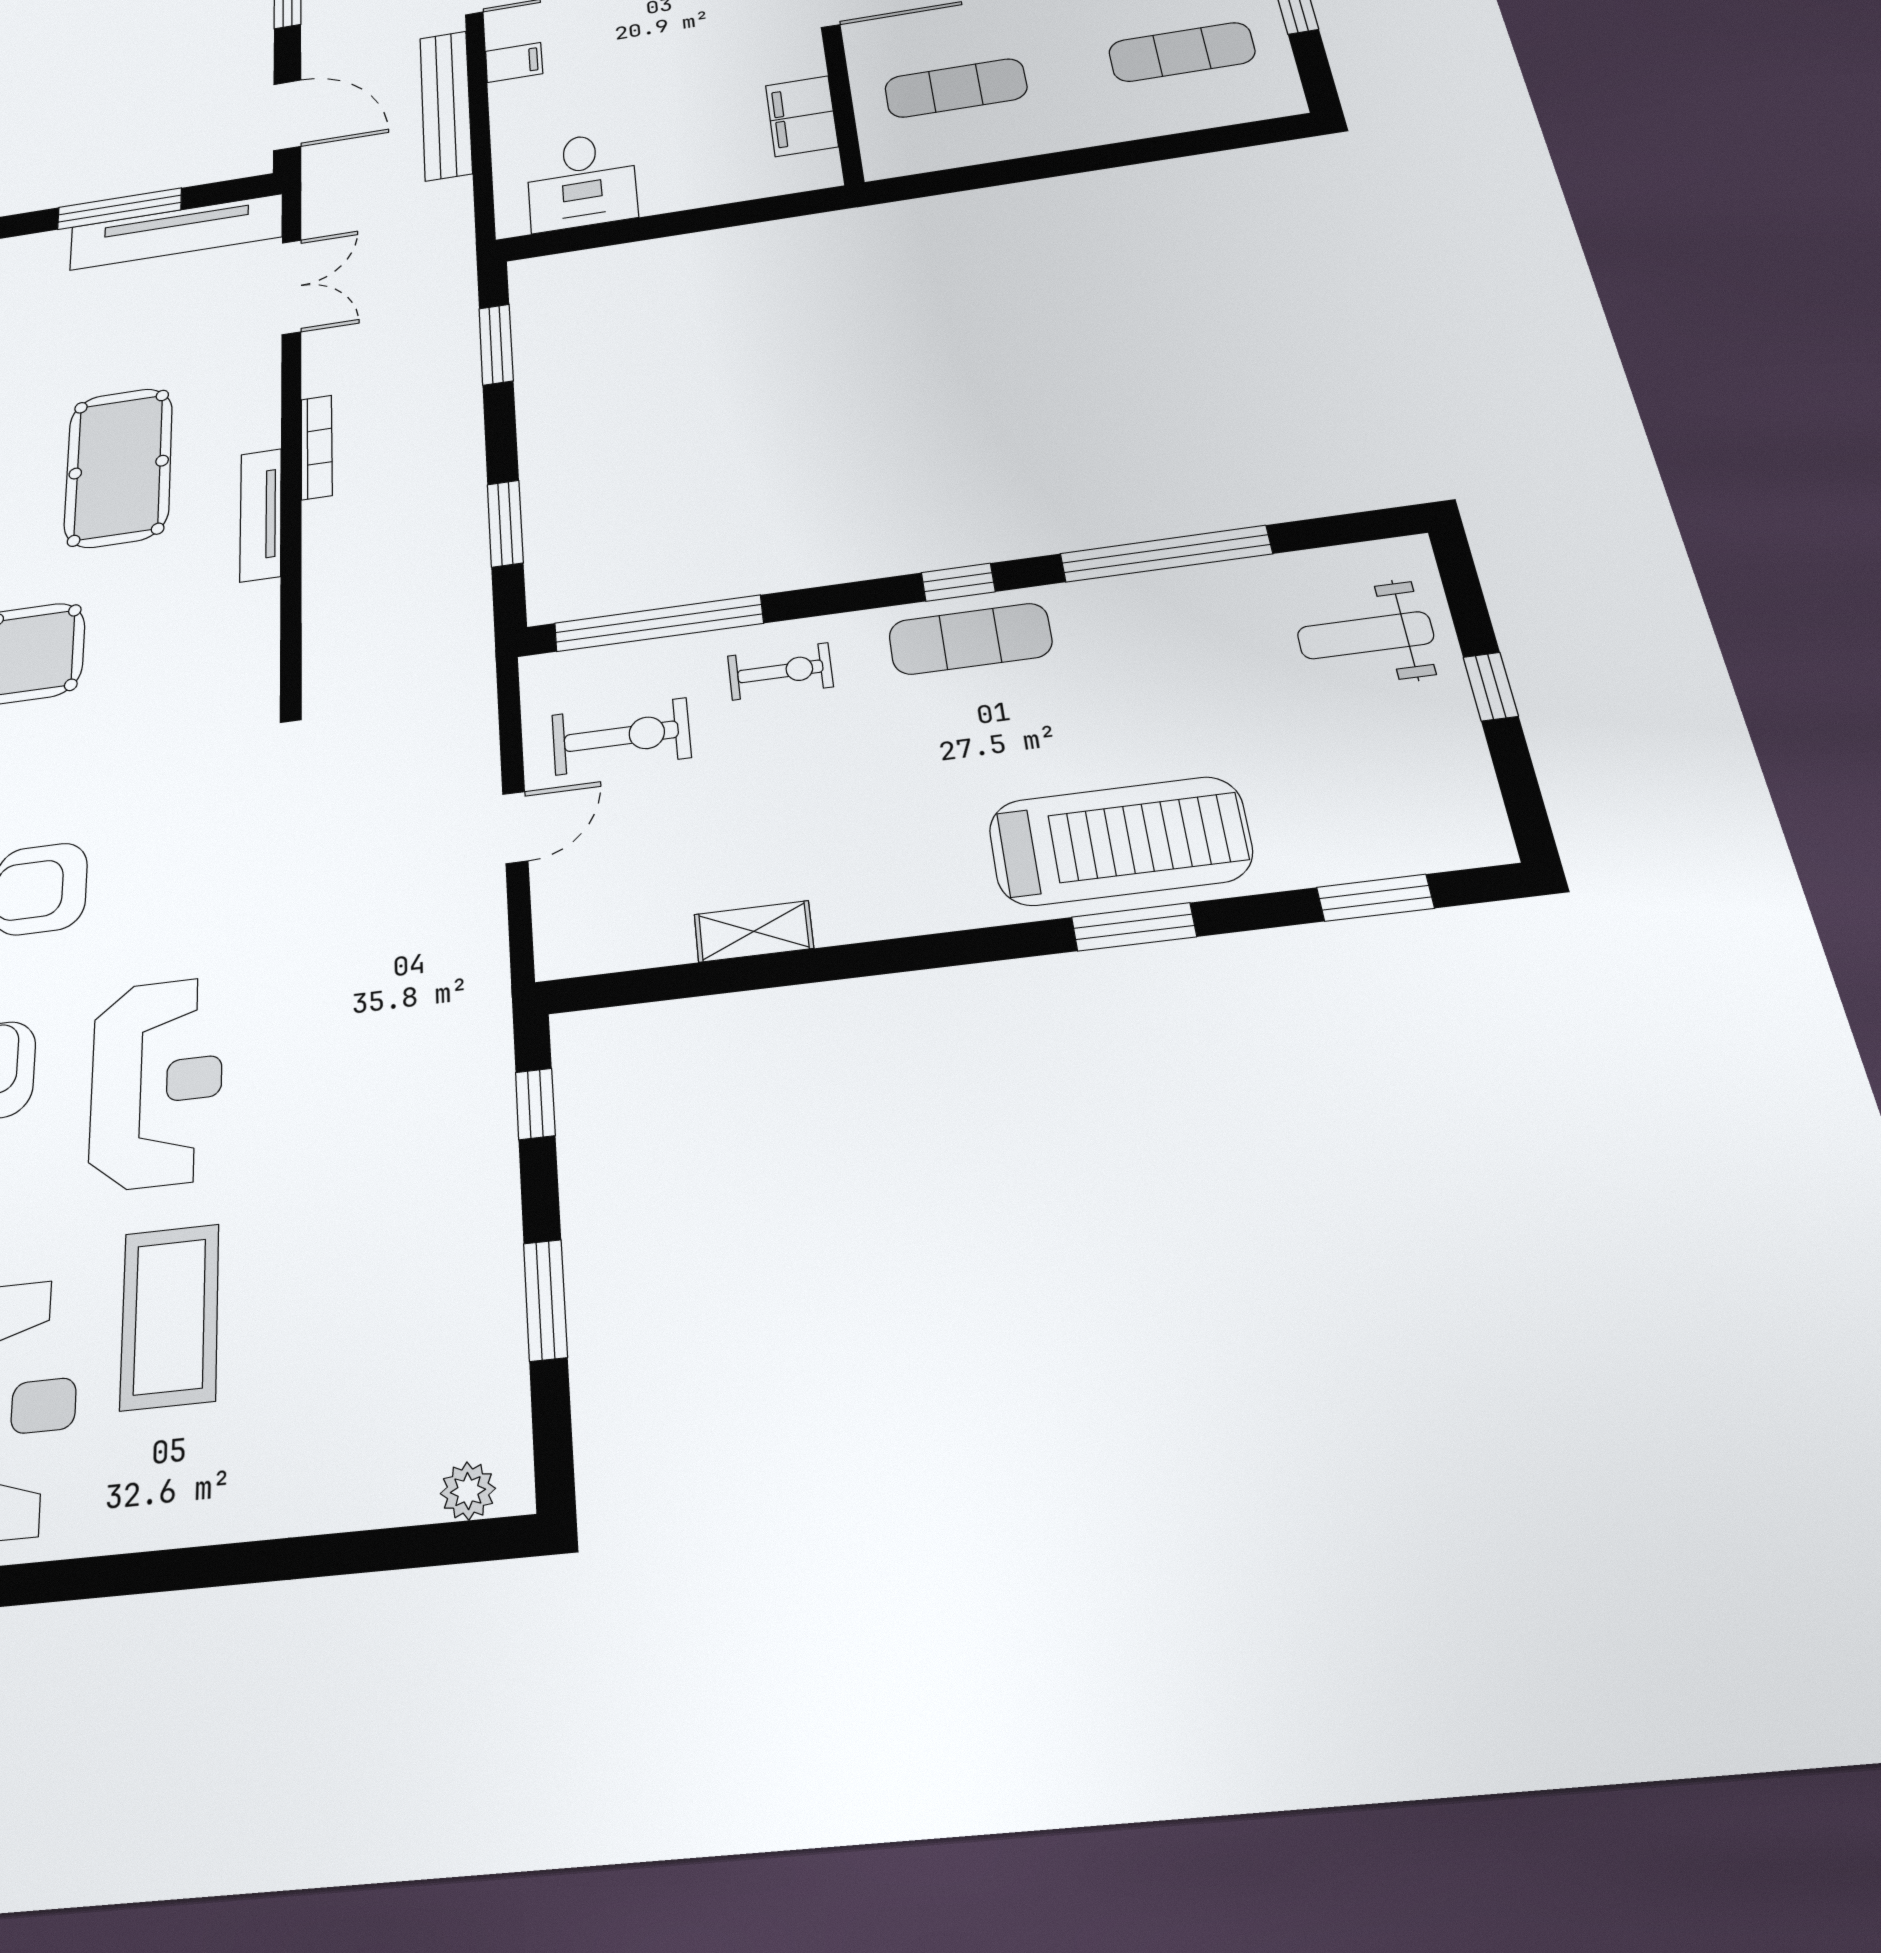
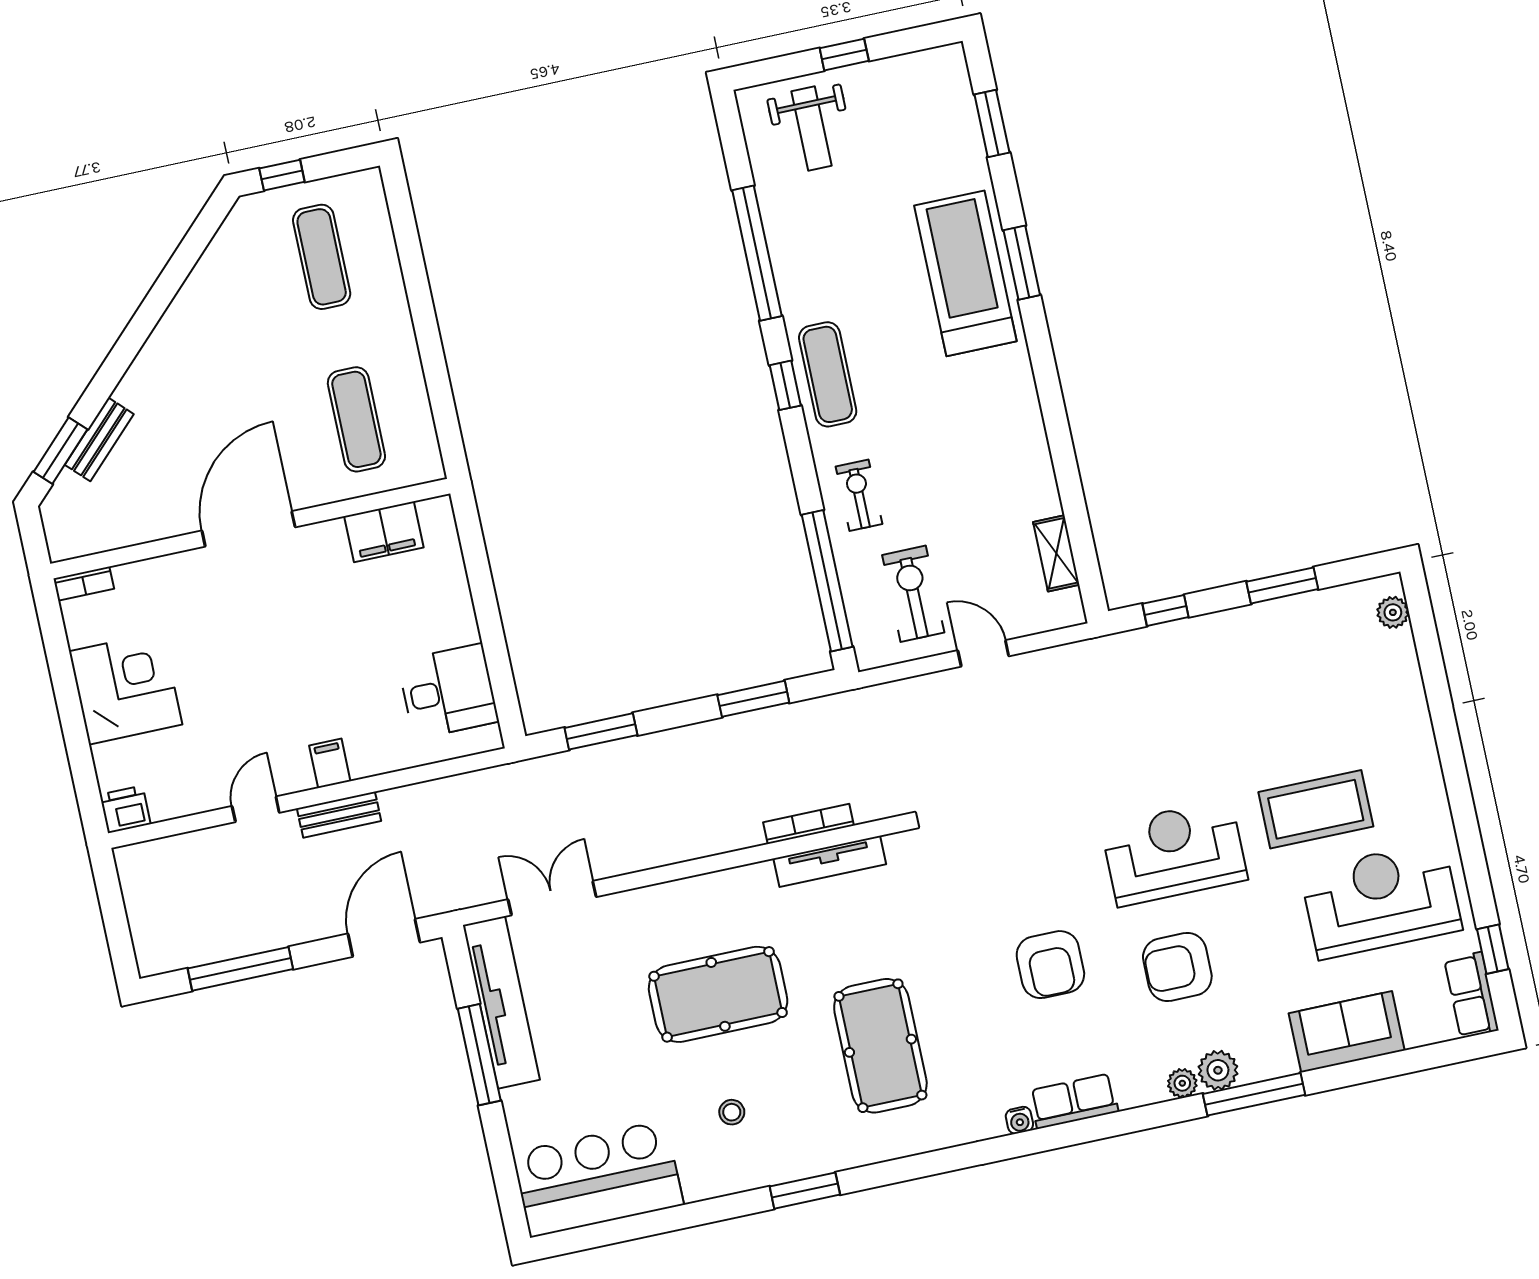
bench: (446, 105) -> (339, 815), width x0.54, depth x0.82
bookcase: (317, 447) -> (809, 824), moved
tv unit: (261, 515) -> (830, 861), moved
shelving: (754, 931) -> (1056, 553), moved

